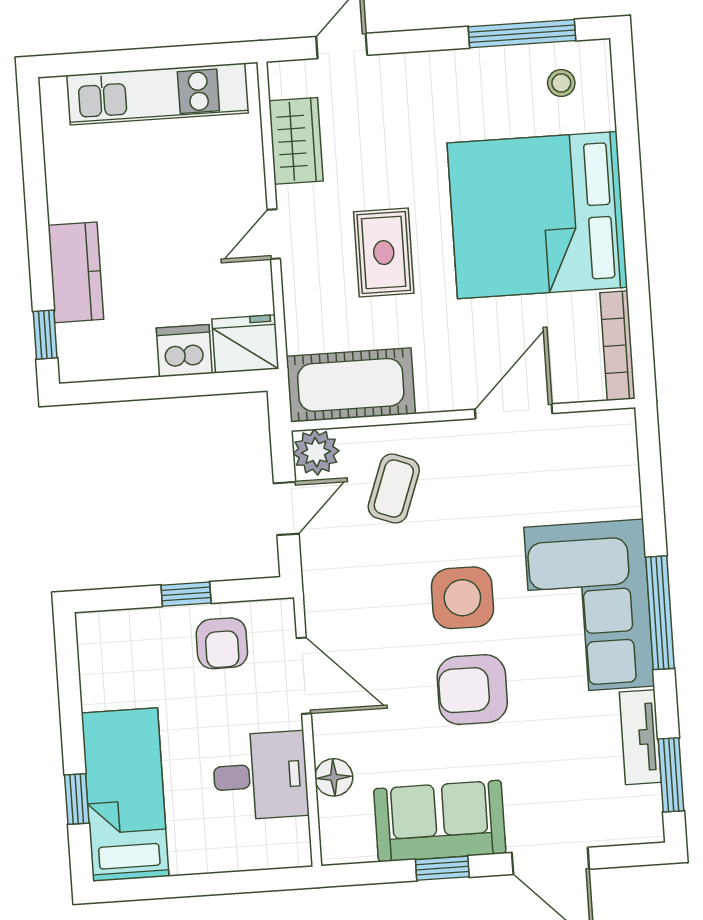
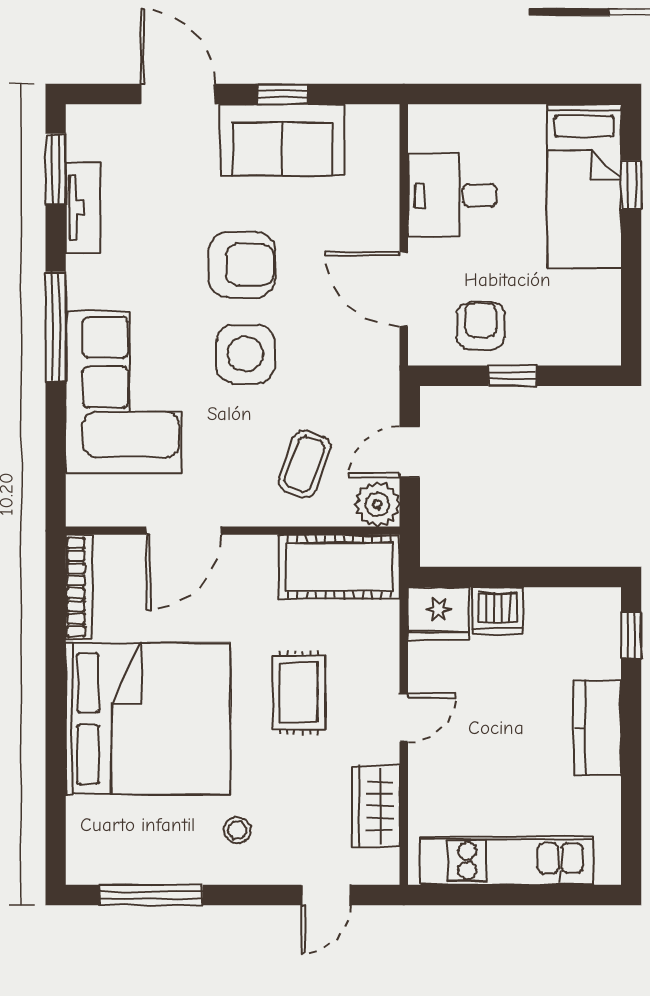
stool: (561, 83) -> (237, 830), moved
kitchen counter: (76, 272) -> (597, 728), moved
corner sofa: (589, 607) -> (124, 392), moved
floor lamp: (334, 777) -> (381, 189), removed

